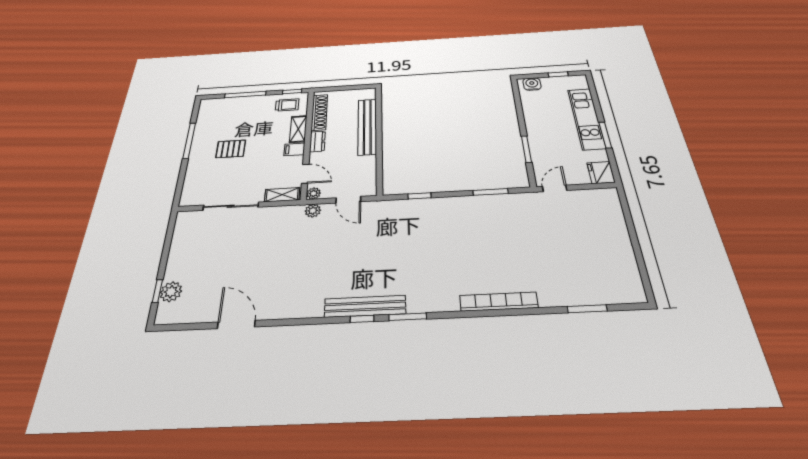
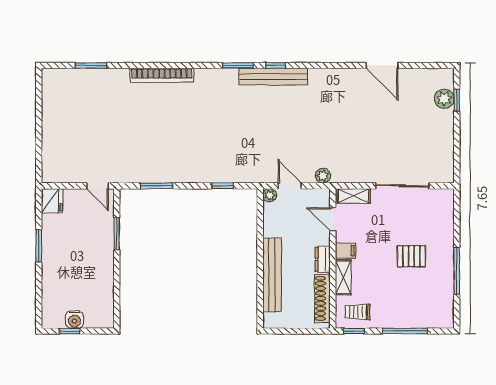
water cooler: (532, 84) -> (74, 320), moved
kitchen unit: (586, 119) -> (53, 268), removed
door: (555, 188) -> (97, 186), hinge flipped
plant: (314, 193) -> (270, 195), moved

